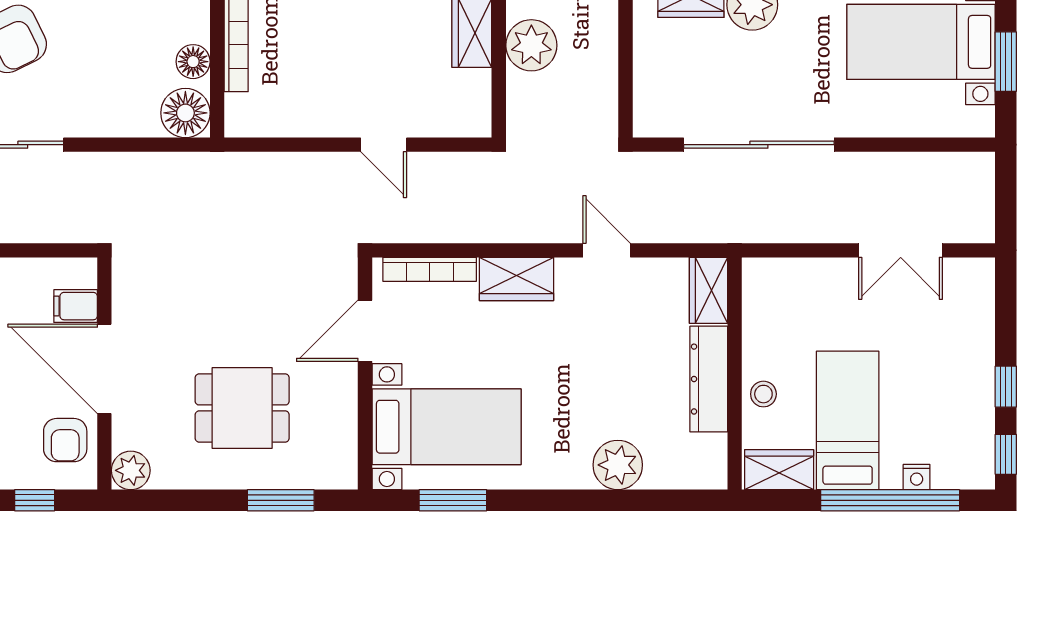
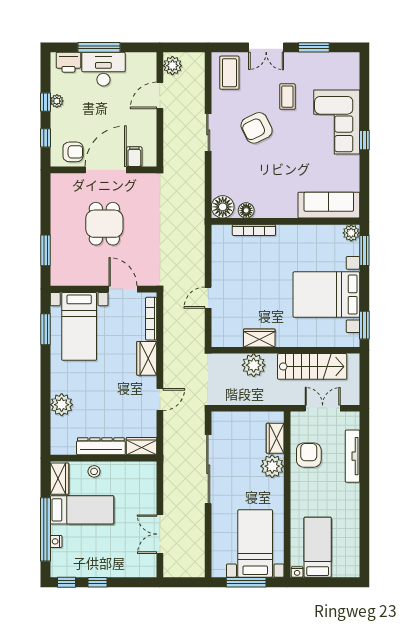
window: (1006, 62) -> (246, 582), width x1.44
dining table: (242, 408) -> (104, 224), moved
armchair: (65, 440) -> (73, 152), turned 180
plant: (131, 470) -> (59, 182), removed

